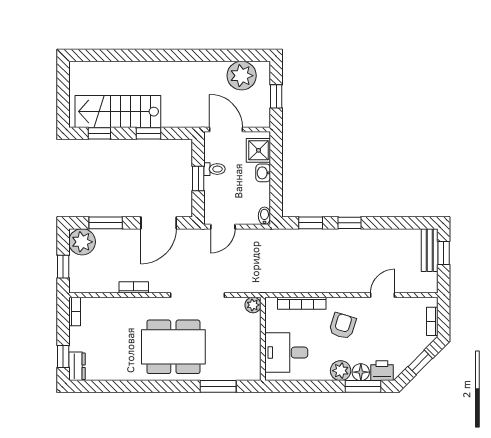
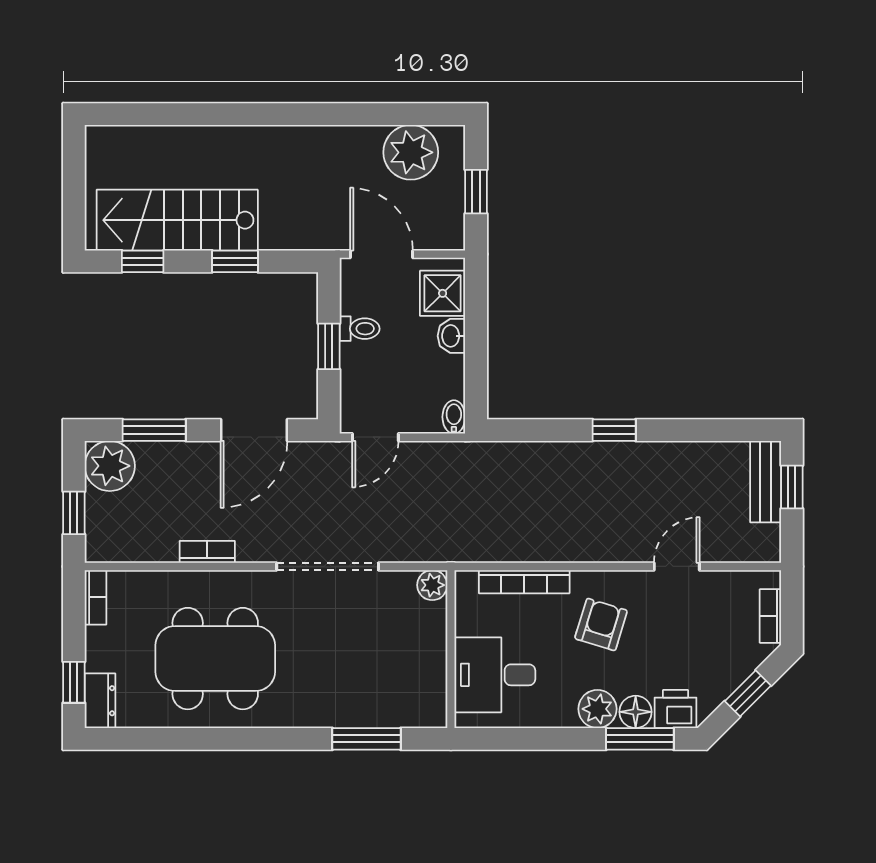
window: (311, 223) -> (541, 430), removed
dining table: (173, 347) -> (215, 659), moved

